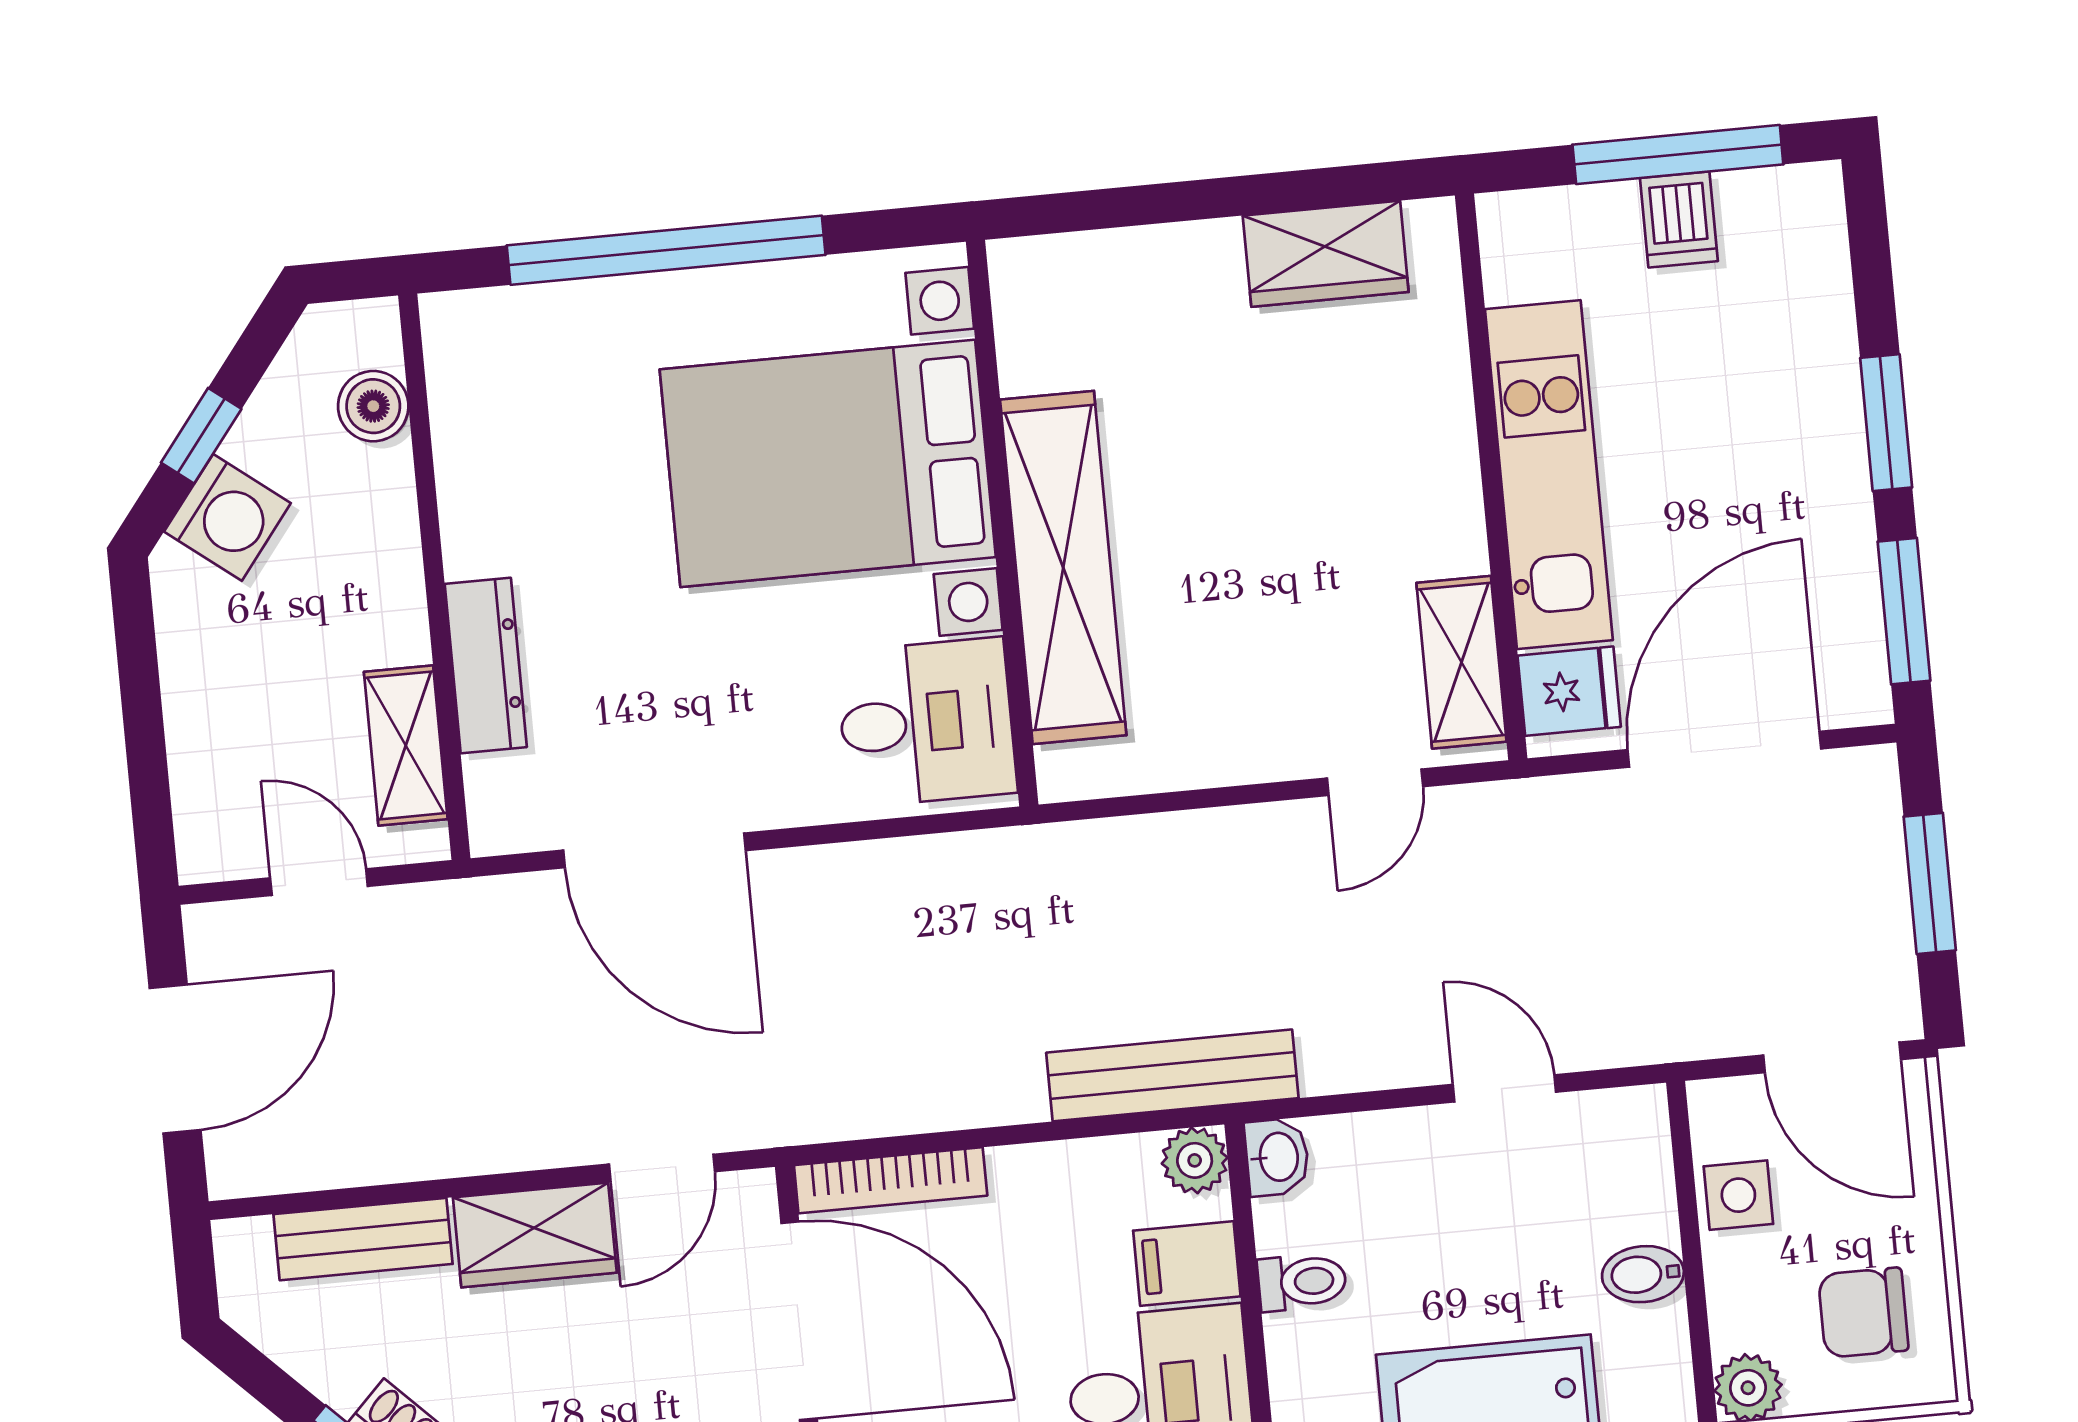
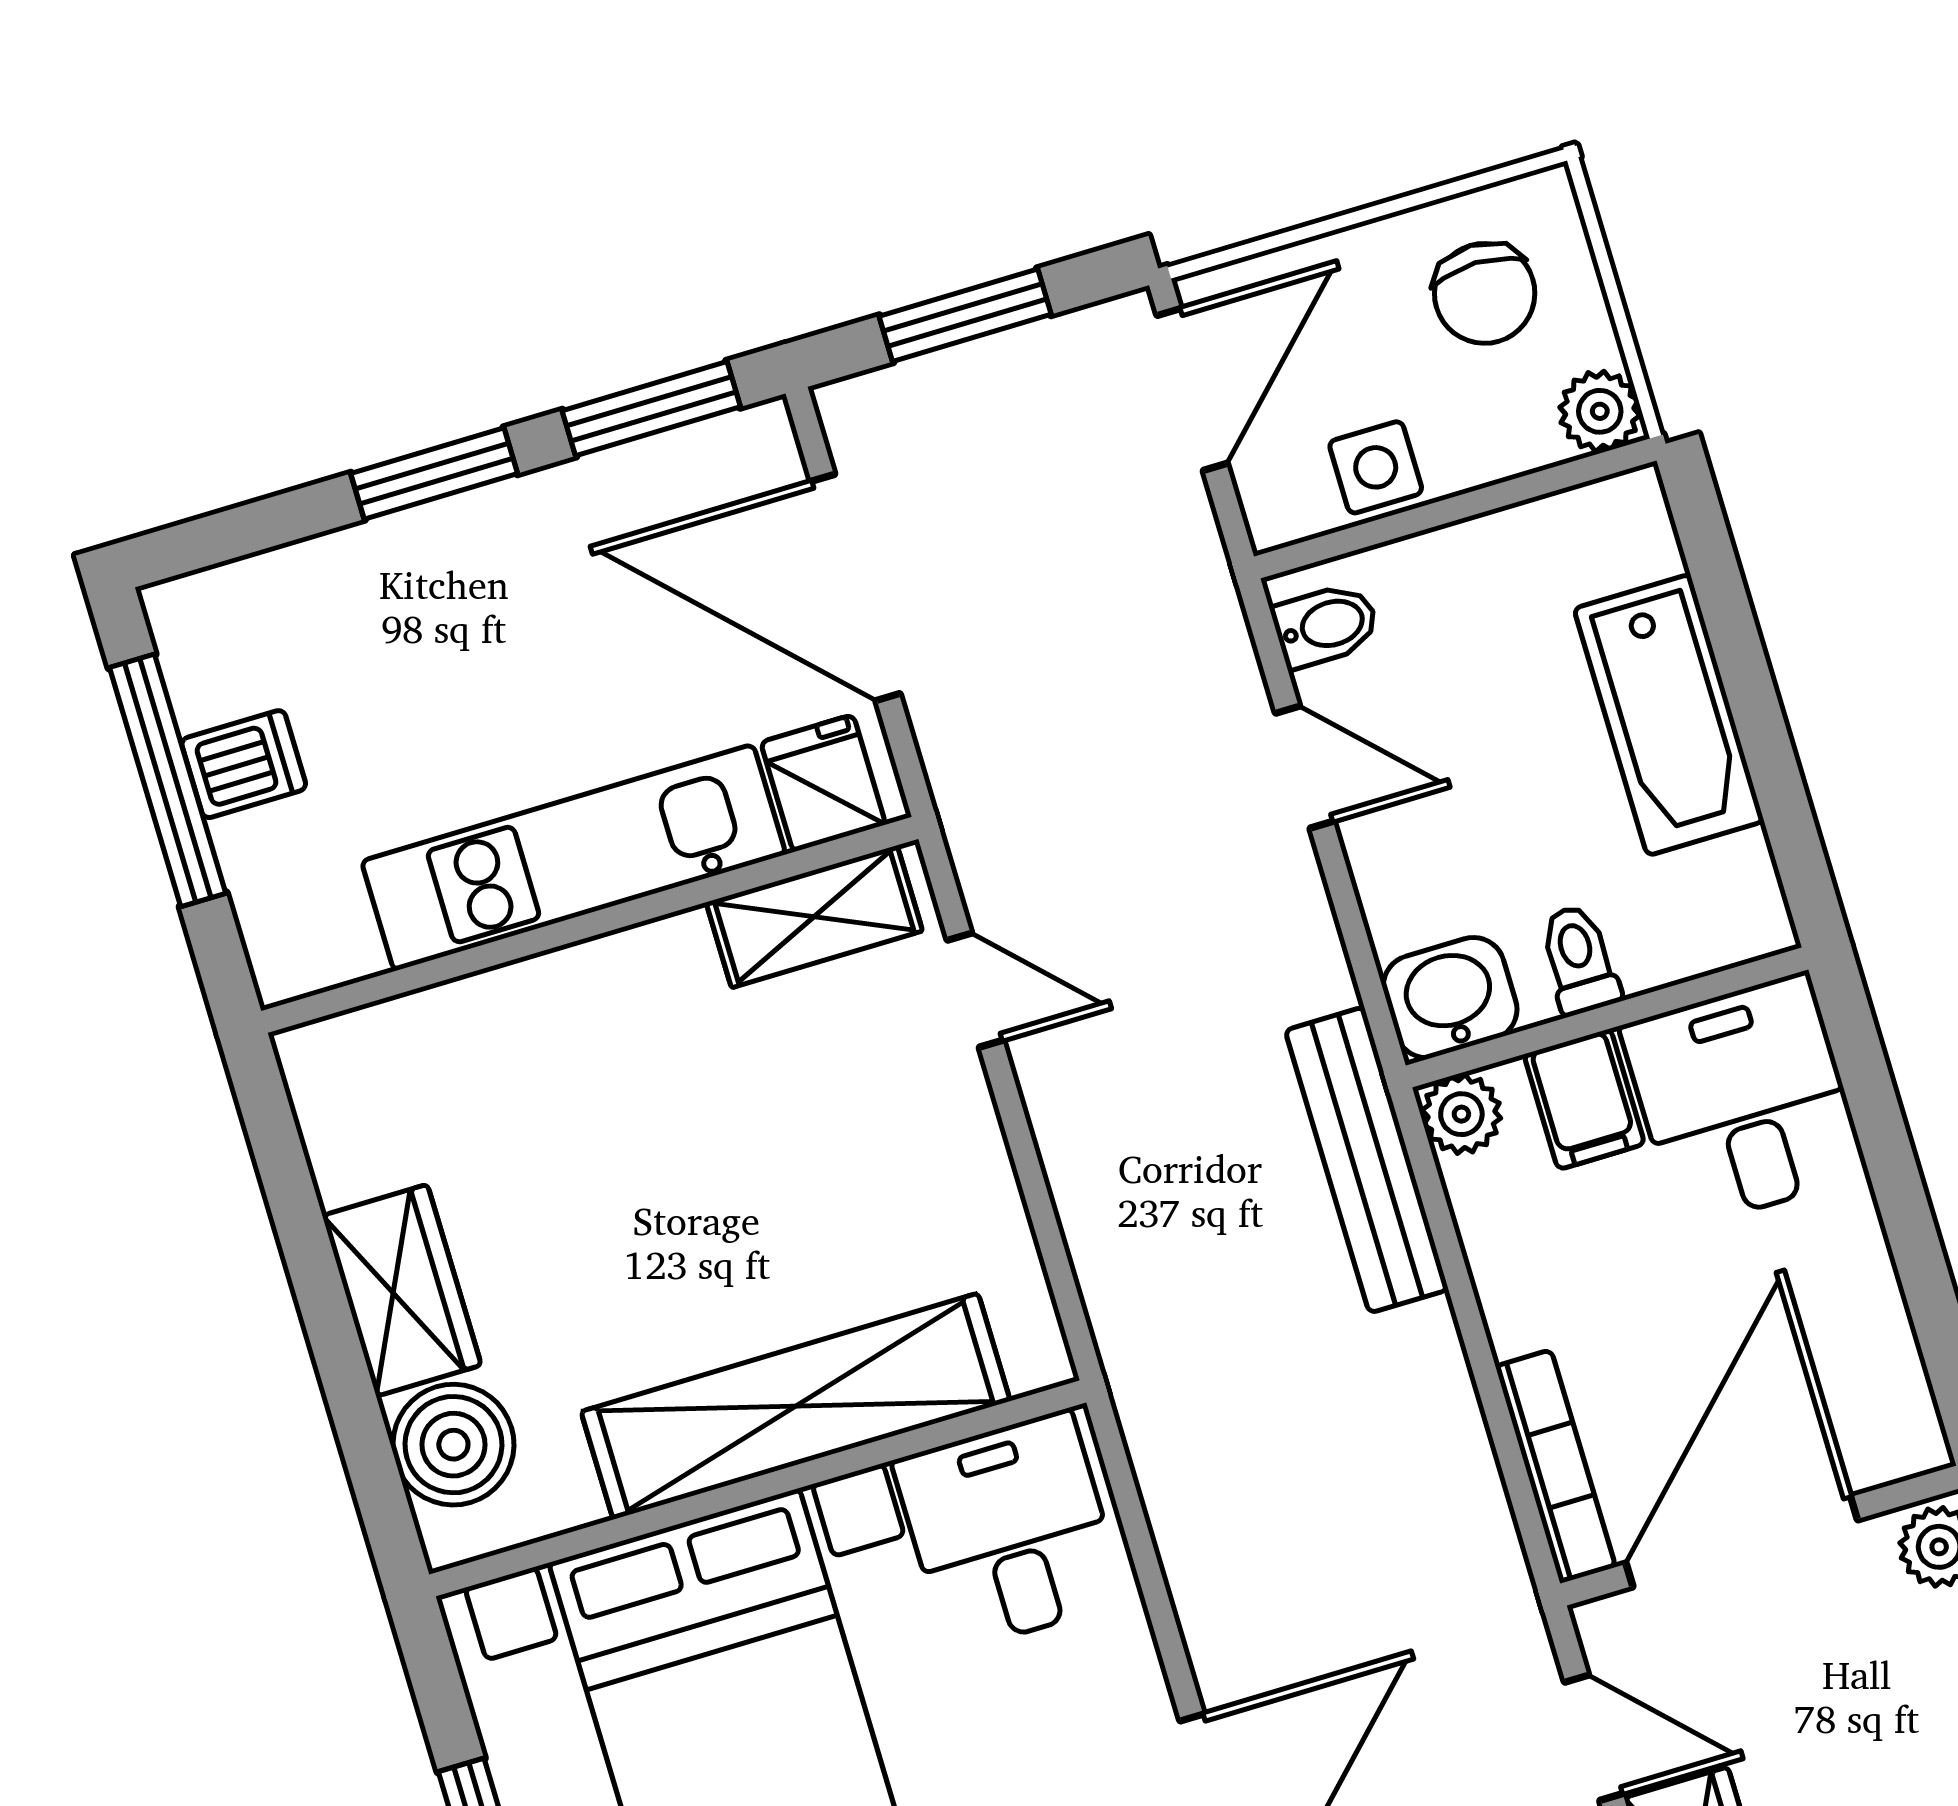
wardrobe: (1326, 254) -> (402, 1290), moved
boiler: (1087, 281) -> (453, 1445), added
door: (1504, 1088) -> (1305, 767), swing flipped
washbasin: (1277, 1157) -> (1450, 998), width x1.38, depth x1.45
bidet: (1643, 1274) -> (1326, 625), moved, turned -90

